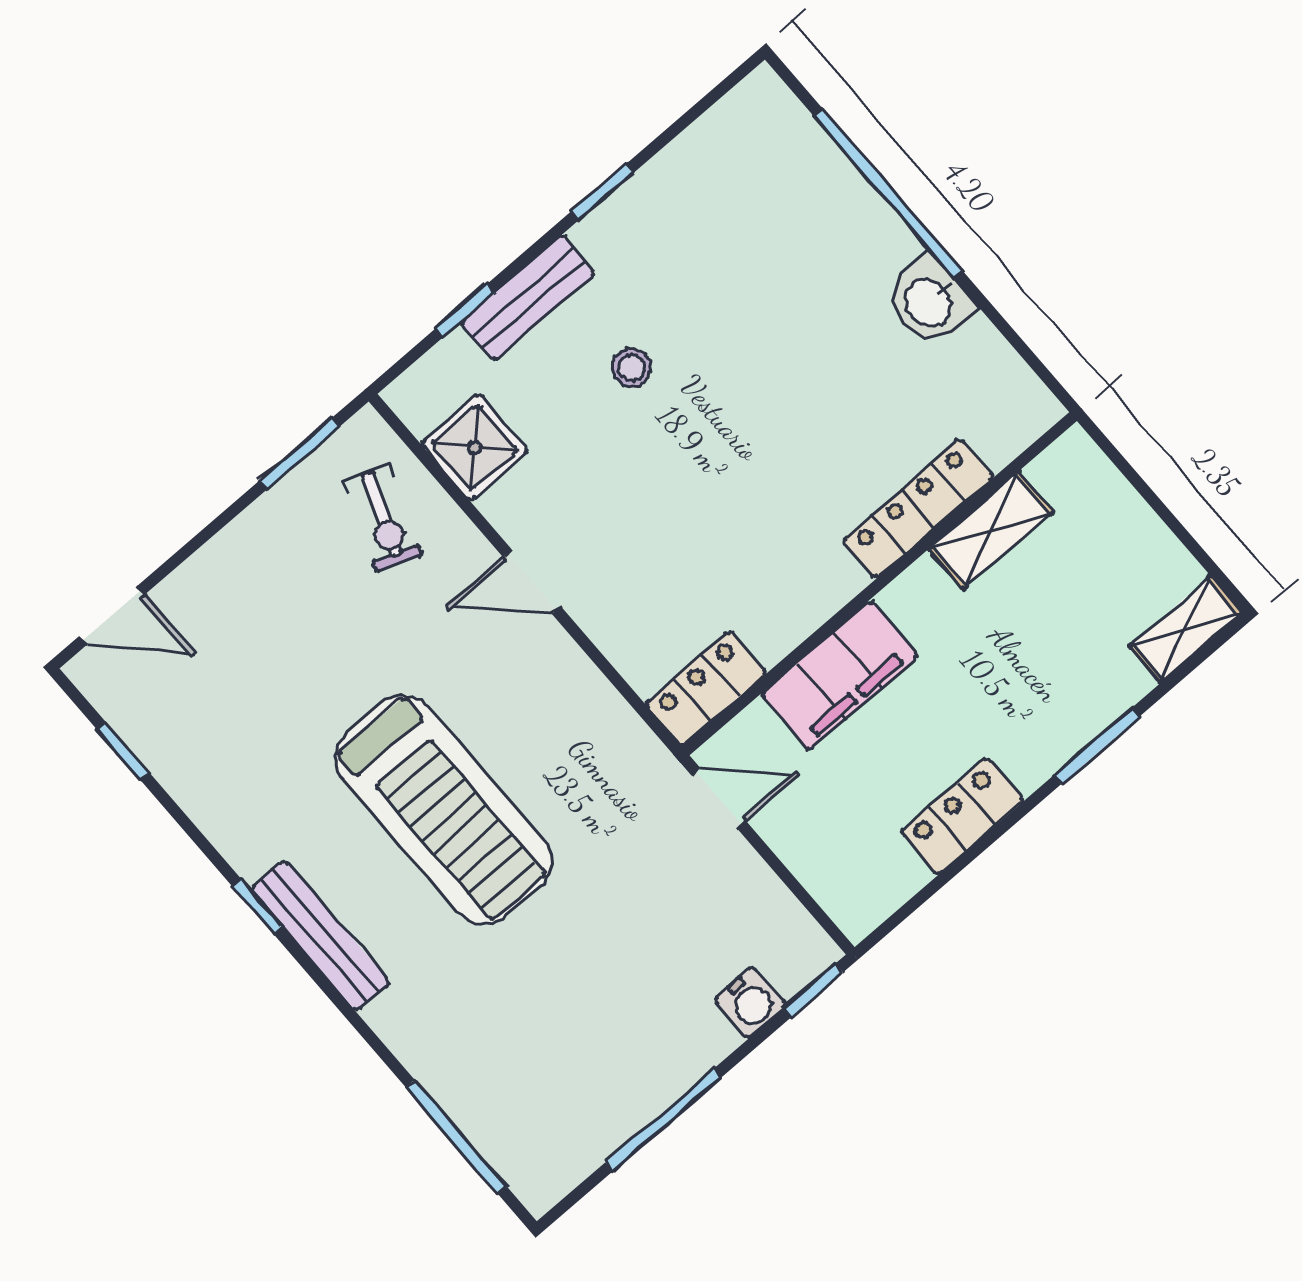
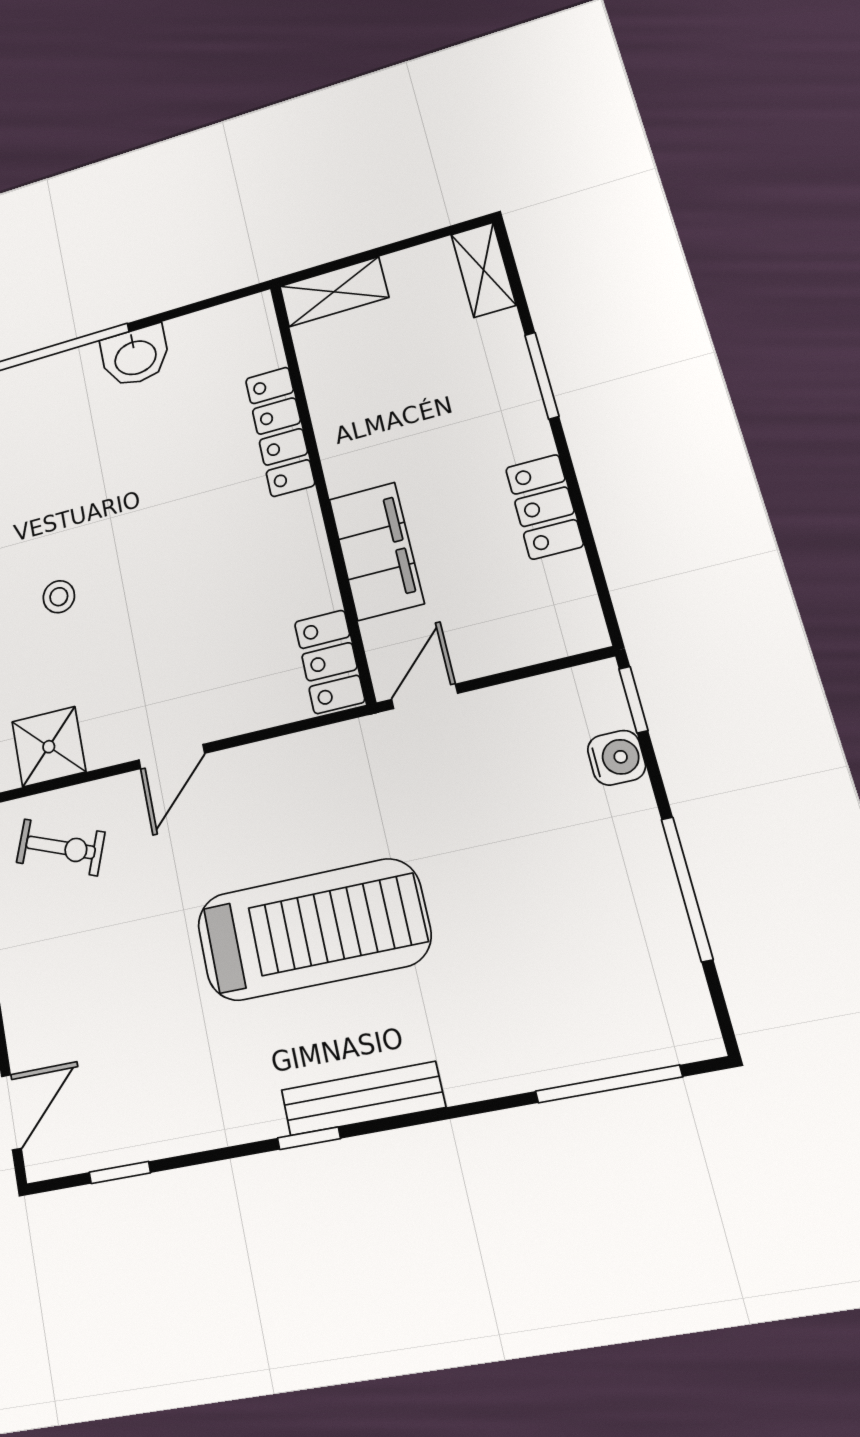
shelving: (991, 531) -> (334, 292), moved, turned 90

